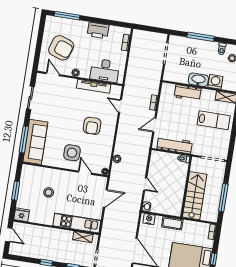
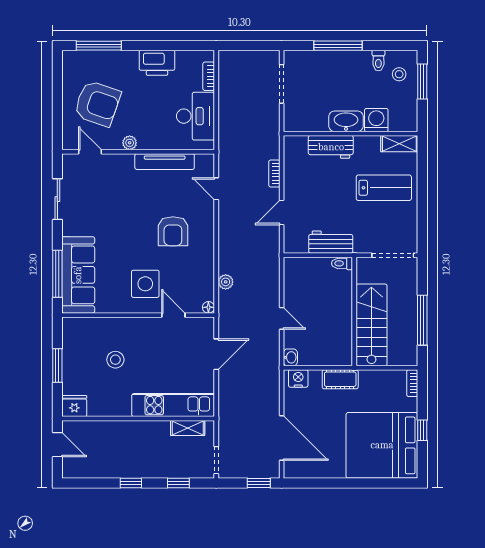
desk: (105, 71) -> (195, 116), moved, turned -90
workbench: (175, 145) -> (331, 242), width x0.73

